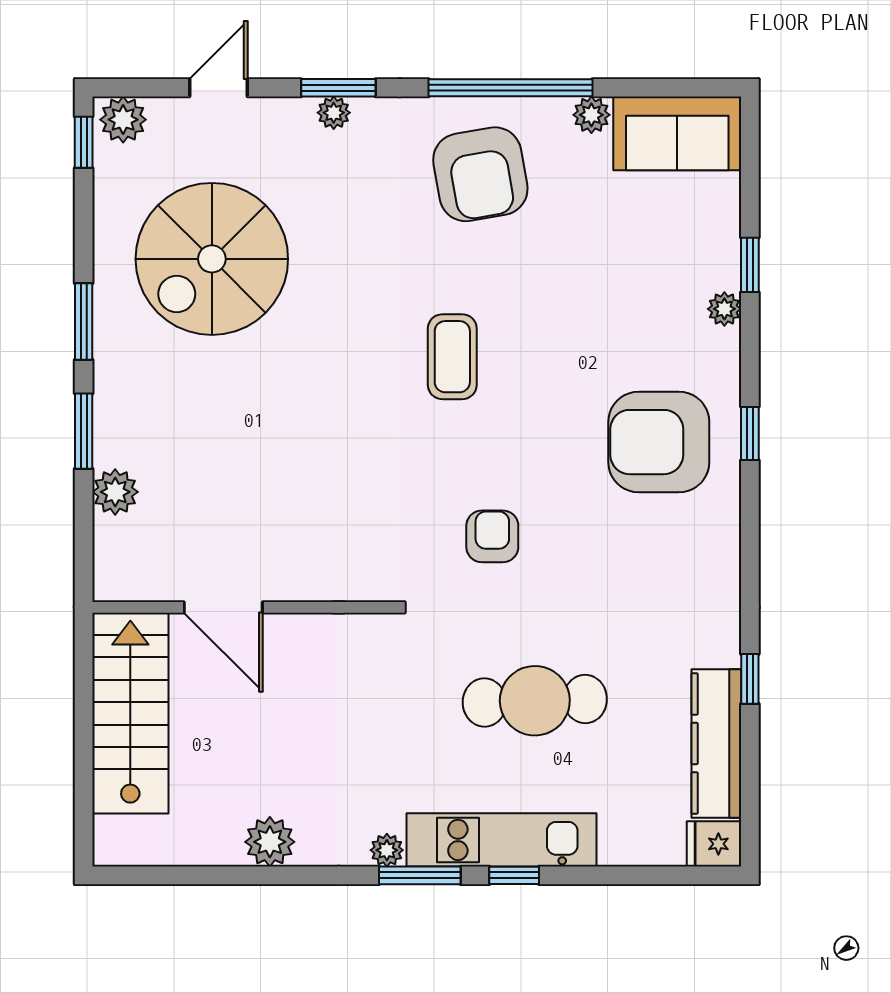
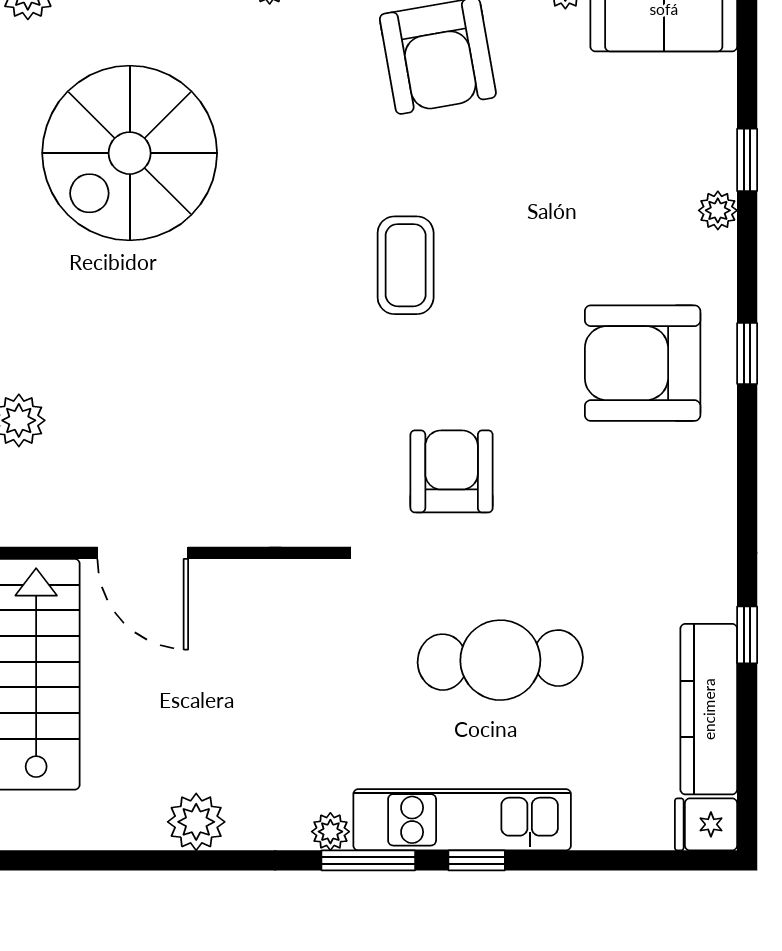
armchair: (492, 536) -> (452, 471), width x1.38, depth x1.38

